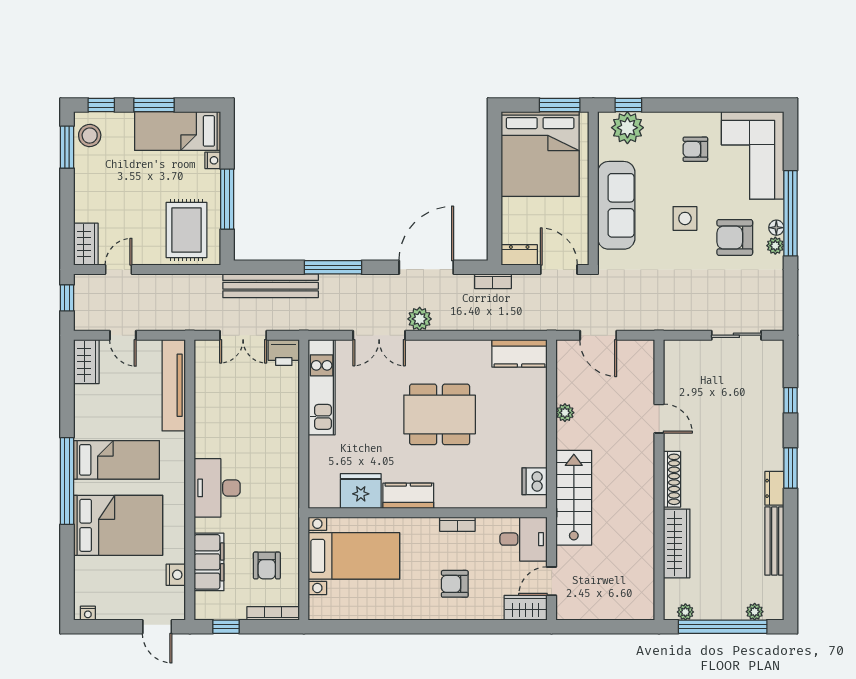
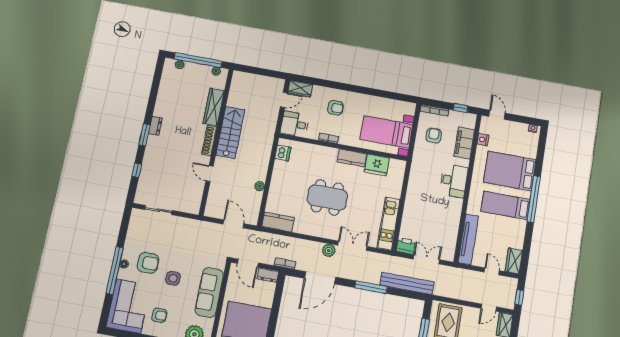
plant: (775, 246) -> (127, 254), removed
stairs: (574, 498) -> (230, 132), moved, turned 180
bench: (774, 541) -> (161, 99), removed

